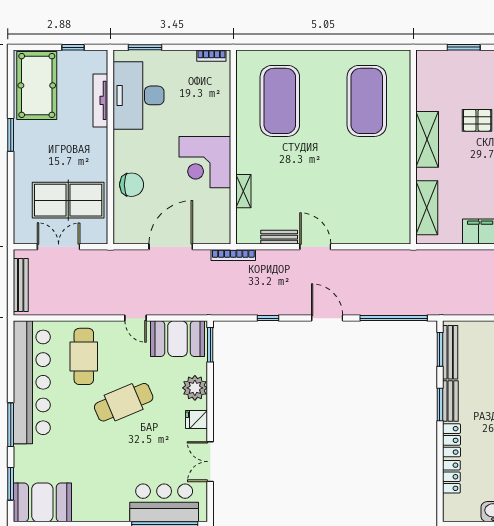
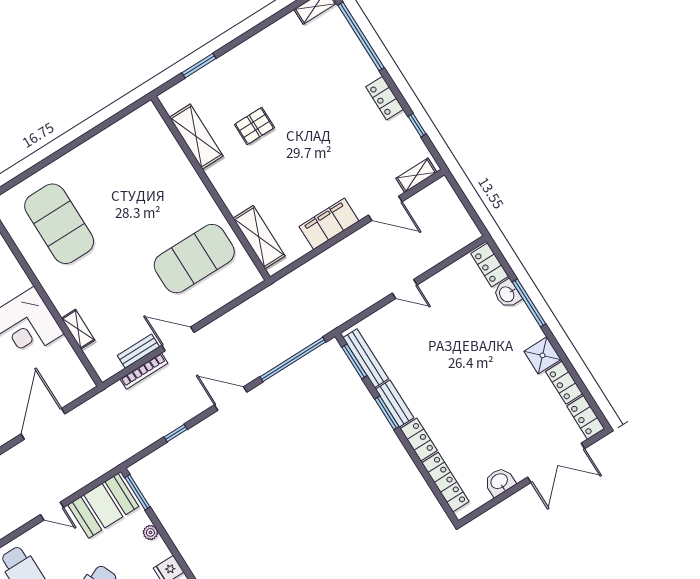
exercise mat: (367, 101) -> (194, 259), moved, turned 90
shelving: (427, 139) -> (196, 137), moved
bookcase: (233, 255) -> (144, 371), moved
plant: (195, 388) -> (150, 532), width x0.53, depth x0.53
locker: (451, 477) -> (445, 482), width x1.53

